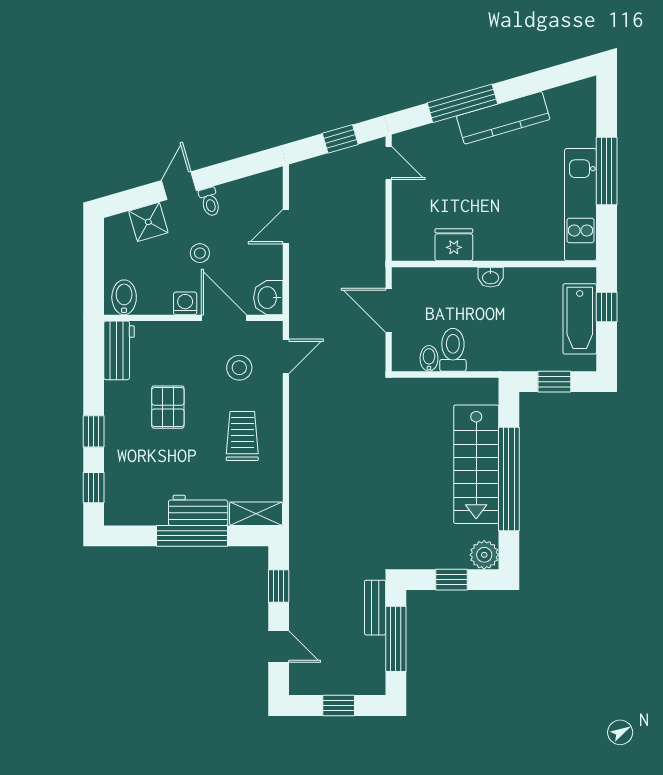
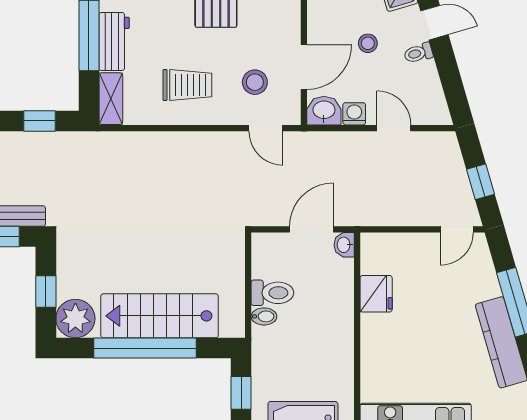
washbasin: (491, 277) -> (344, 245), moved
washing machine: (185, 303) -> (354, 114), moved, turned -90
bidet: (429, 358) -> (264, 316), moved
plant: (484, 555) -> (75, 319), width x1.36, depth x1.36

